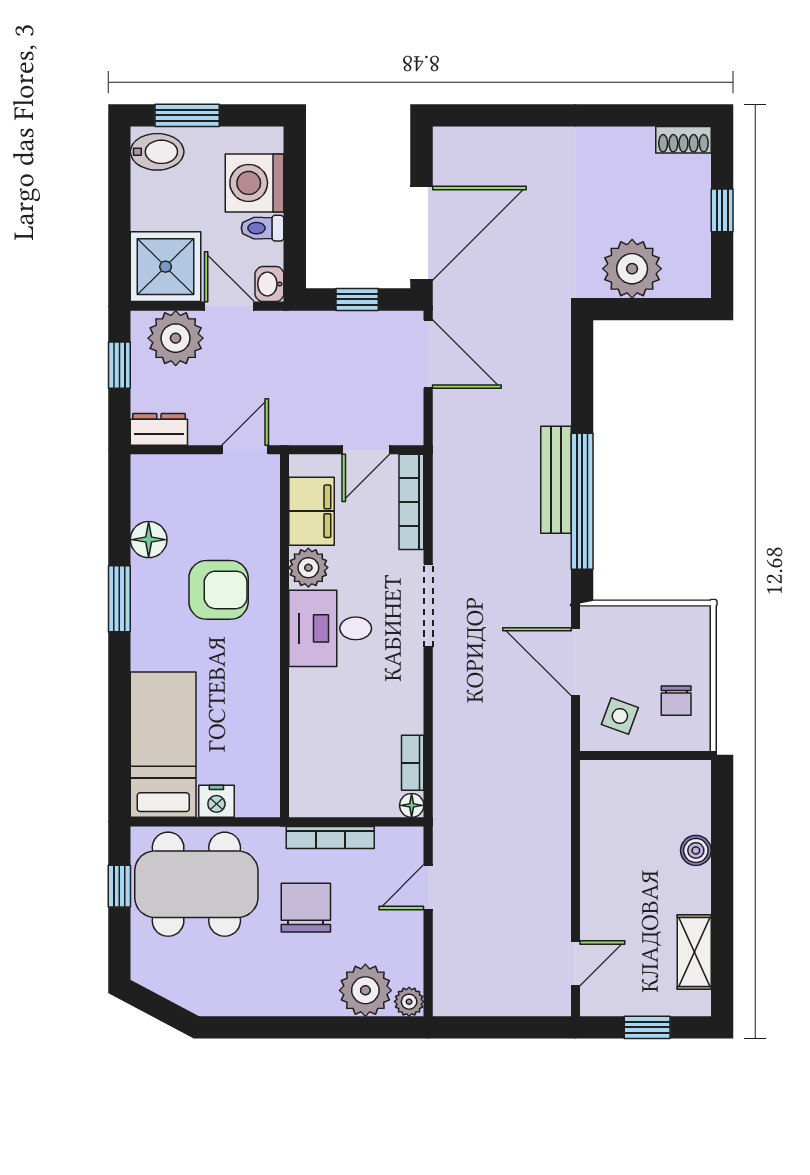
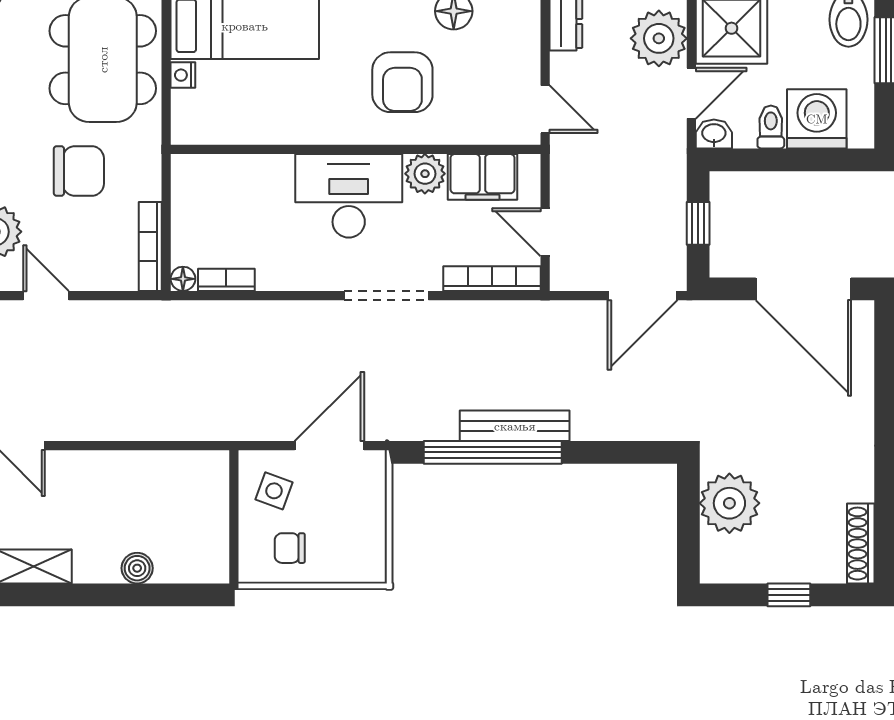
shoe rack: (683, 140) -> (861, 544), width x1.43
door: (421, 233) -> (803, 289), moved
desk: (330, 628) -> (349, 196), width x1.37
nightstand: (216, 801) -> (183, 75), width x0.72, depth x0.74
bookcase: (330, 837) -> (150, 246), moved
door: (428, 887) -> (46, 296), moved

